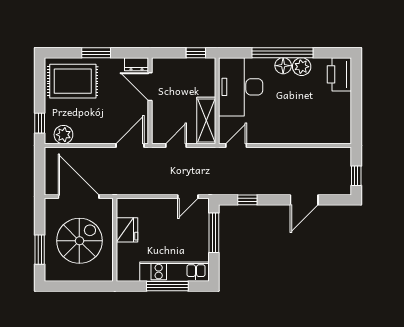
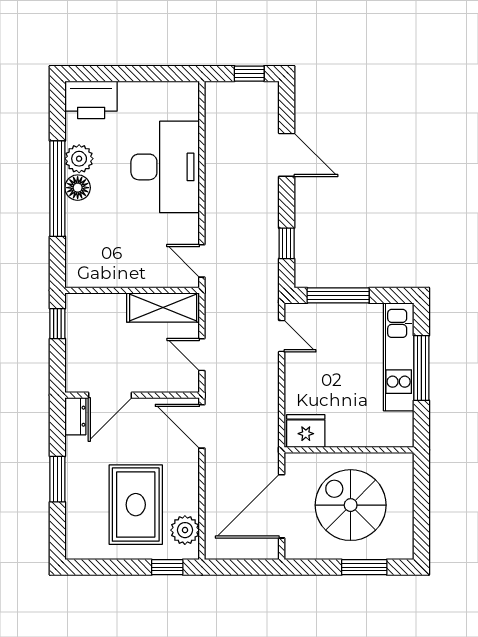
rug: (73, 81) -> (136, 505), moved
desk: (241, 87) -> (165, 167), moved, turned -90
fridge: (127, 230) -> (306, 431), moved

